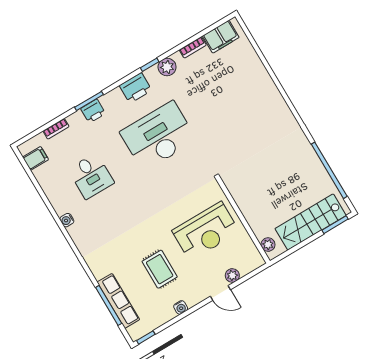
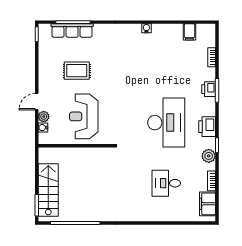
filing cabinet: (36, 158) -> (189, 32), moved
desk: (91, 176) -> (166, 183), moved
plant: (268, 245) -> (50, 153), removed
water cooler: (181, 307) -> (43, 128), moved

